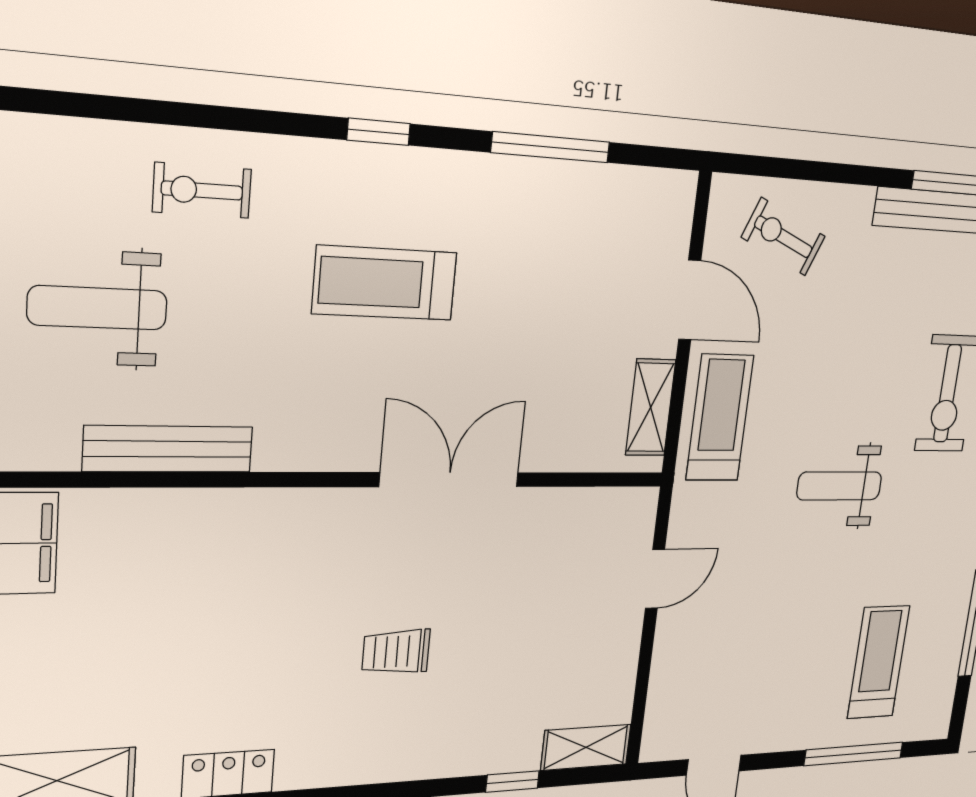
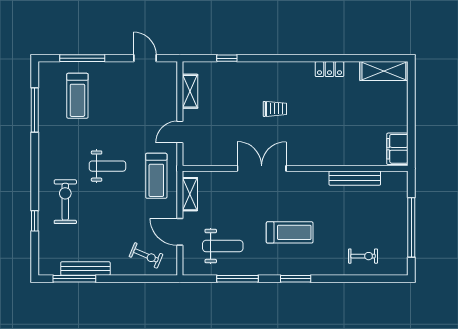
window: (379, 132) -> (296, 279), width x1.50
exercise bike: (202, 191) -> (363, 256), moved
weight bench: (98, 308) -> (223, 246), moved
treadmill: (720, 418) -> (156, 176), moved
double door: (449, 480) -> (262, 168), swing flipped
shelving: (586, 747) -> (190, 91), moved, turned 90

